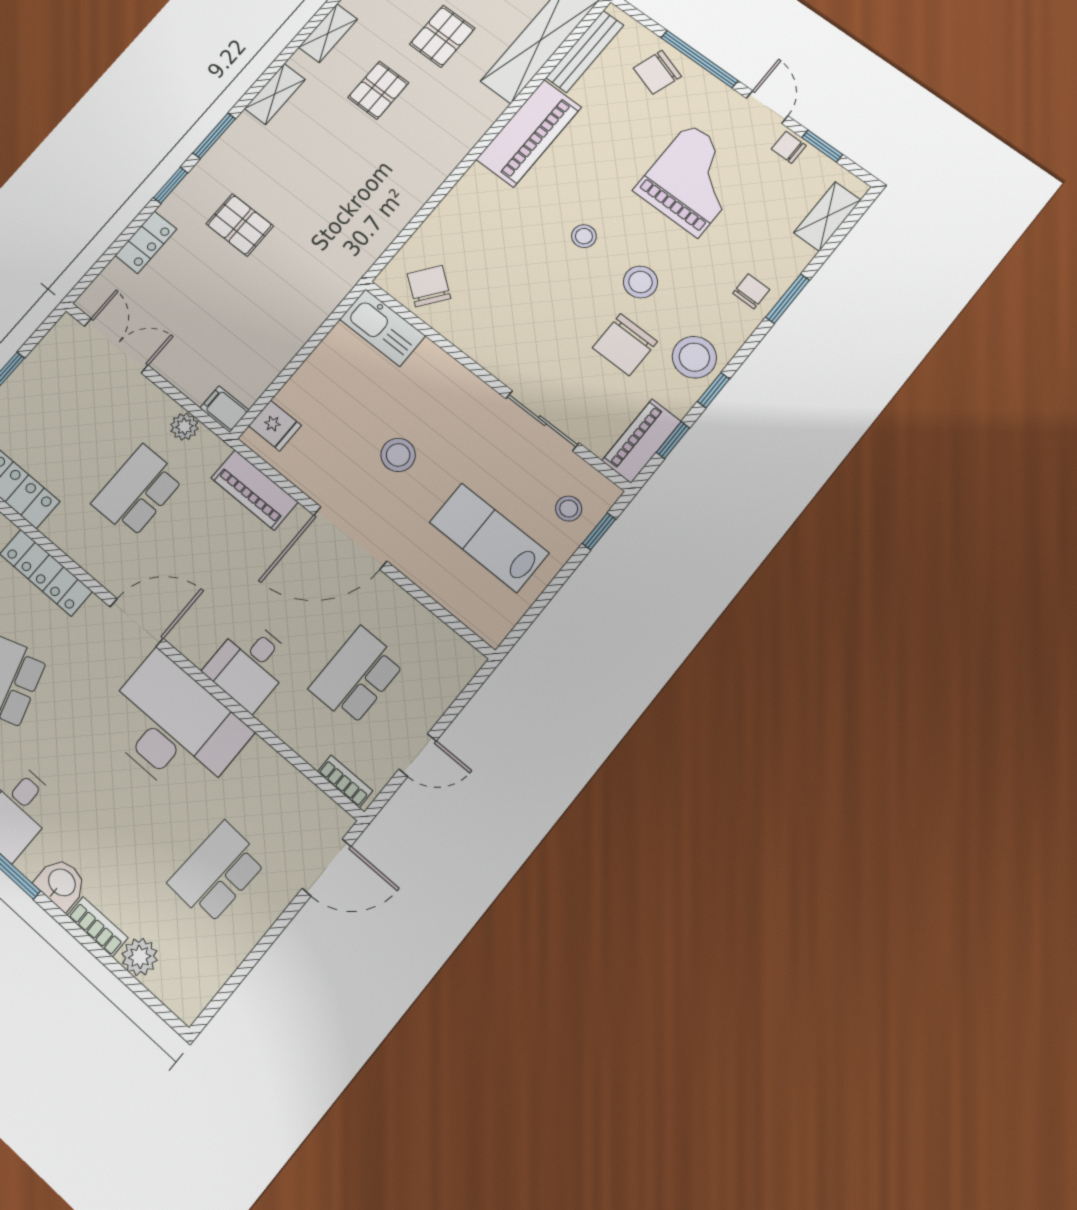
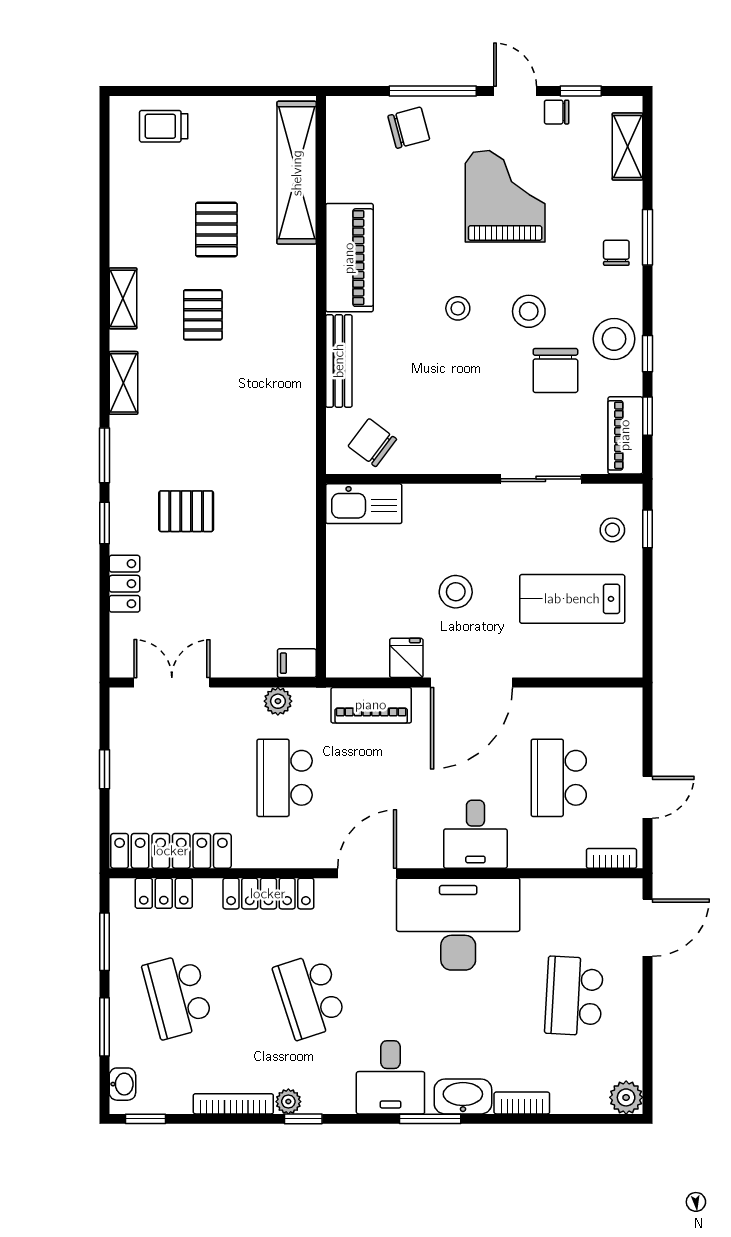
bench: (585, 51) -> (339, 361), moved
chair: (657, 72) -> (409, 128), turned -123
fridge: (275, 426) -> (406, 658), moved, turned -90
washbasin: (61, 883) -> (463, 1096), width x1.38
plant: (140, 957) -> (626, 1097), moved

